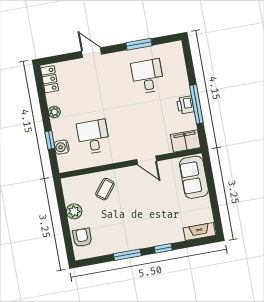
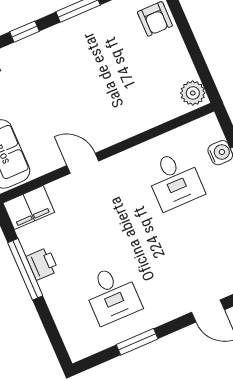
coffee table: (105, 189) -> (137, 103), removed
plant: (74, 211) -> (193, 93), moved

